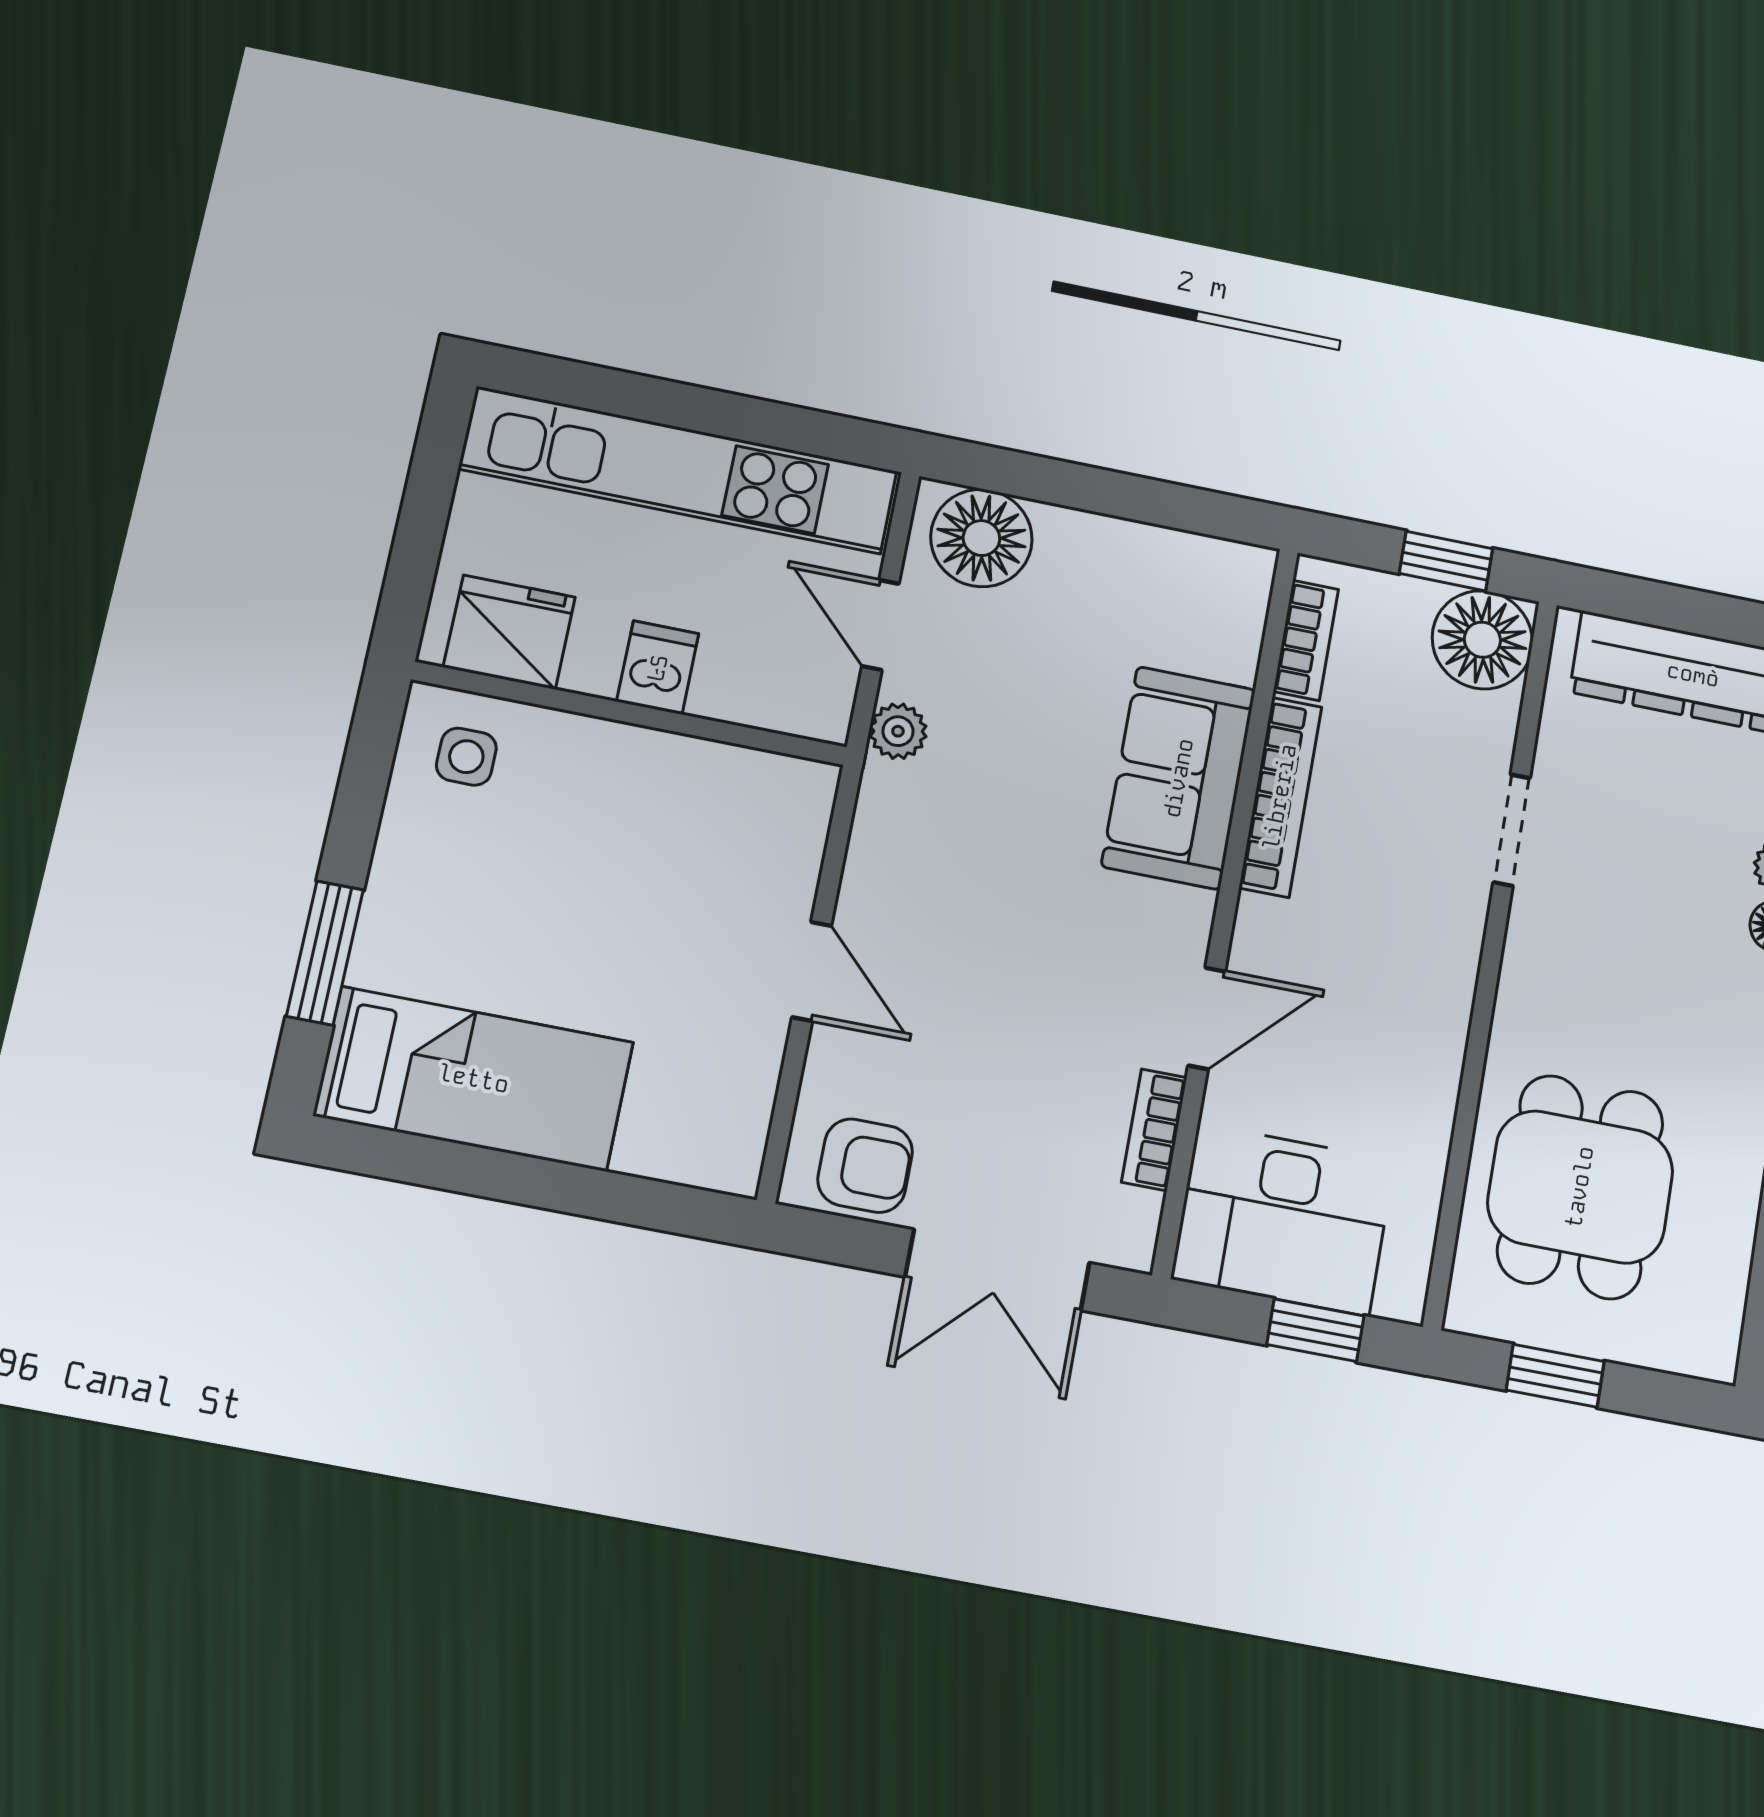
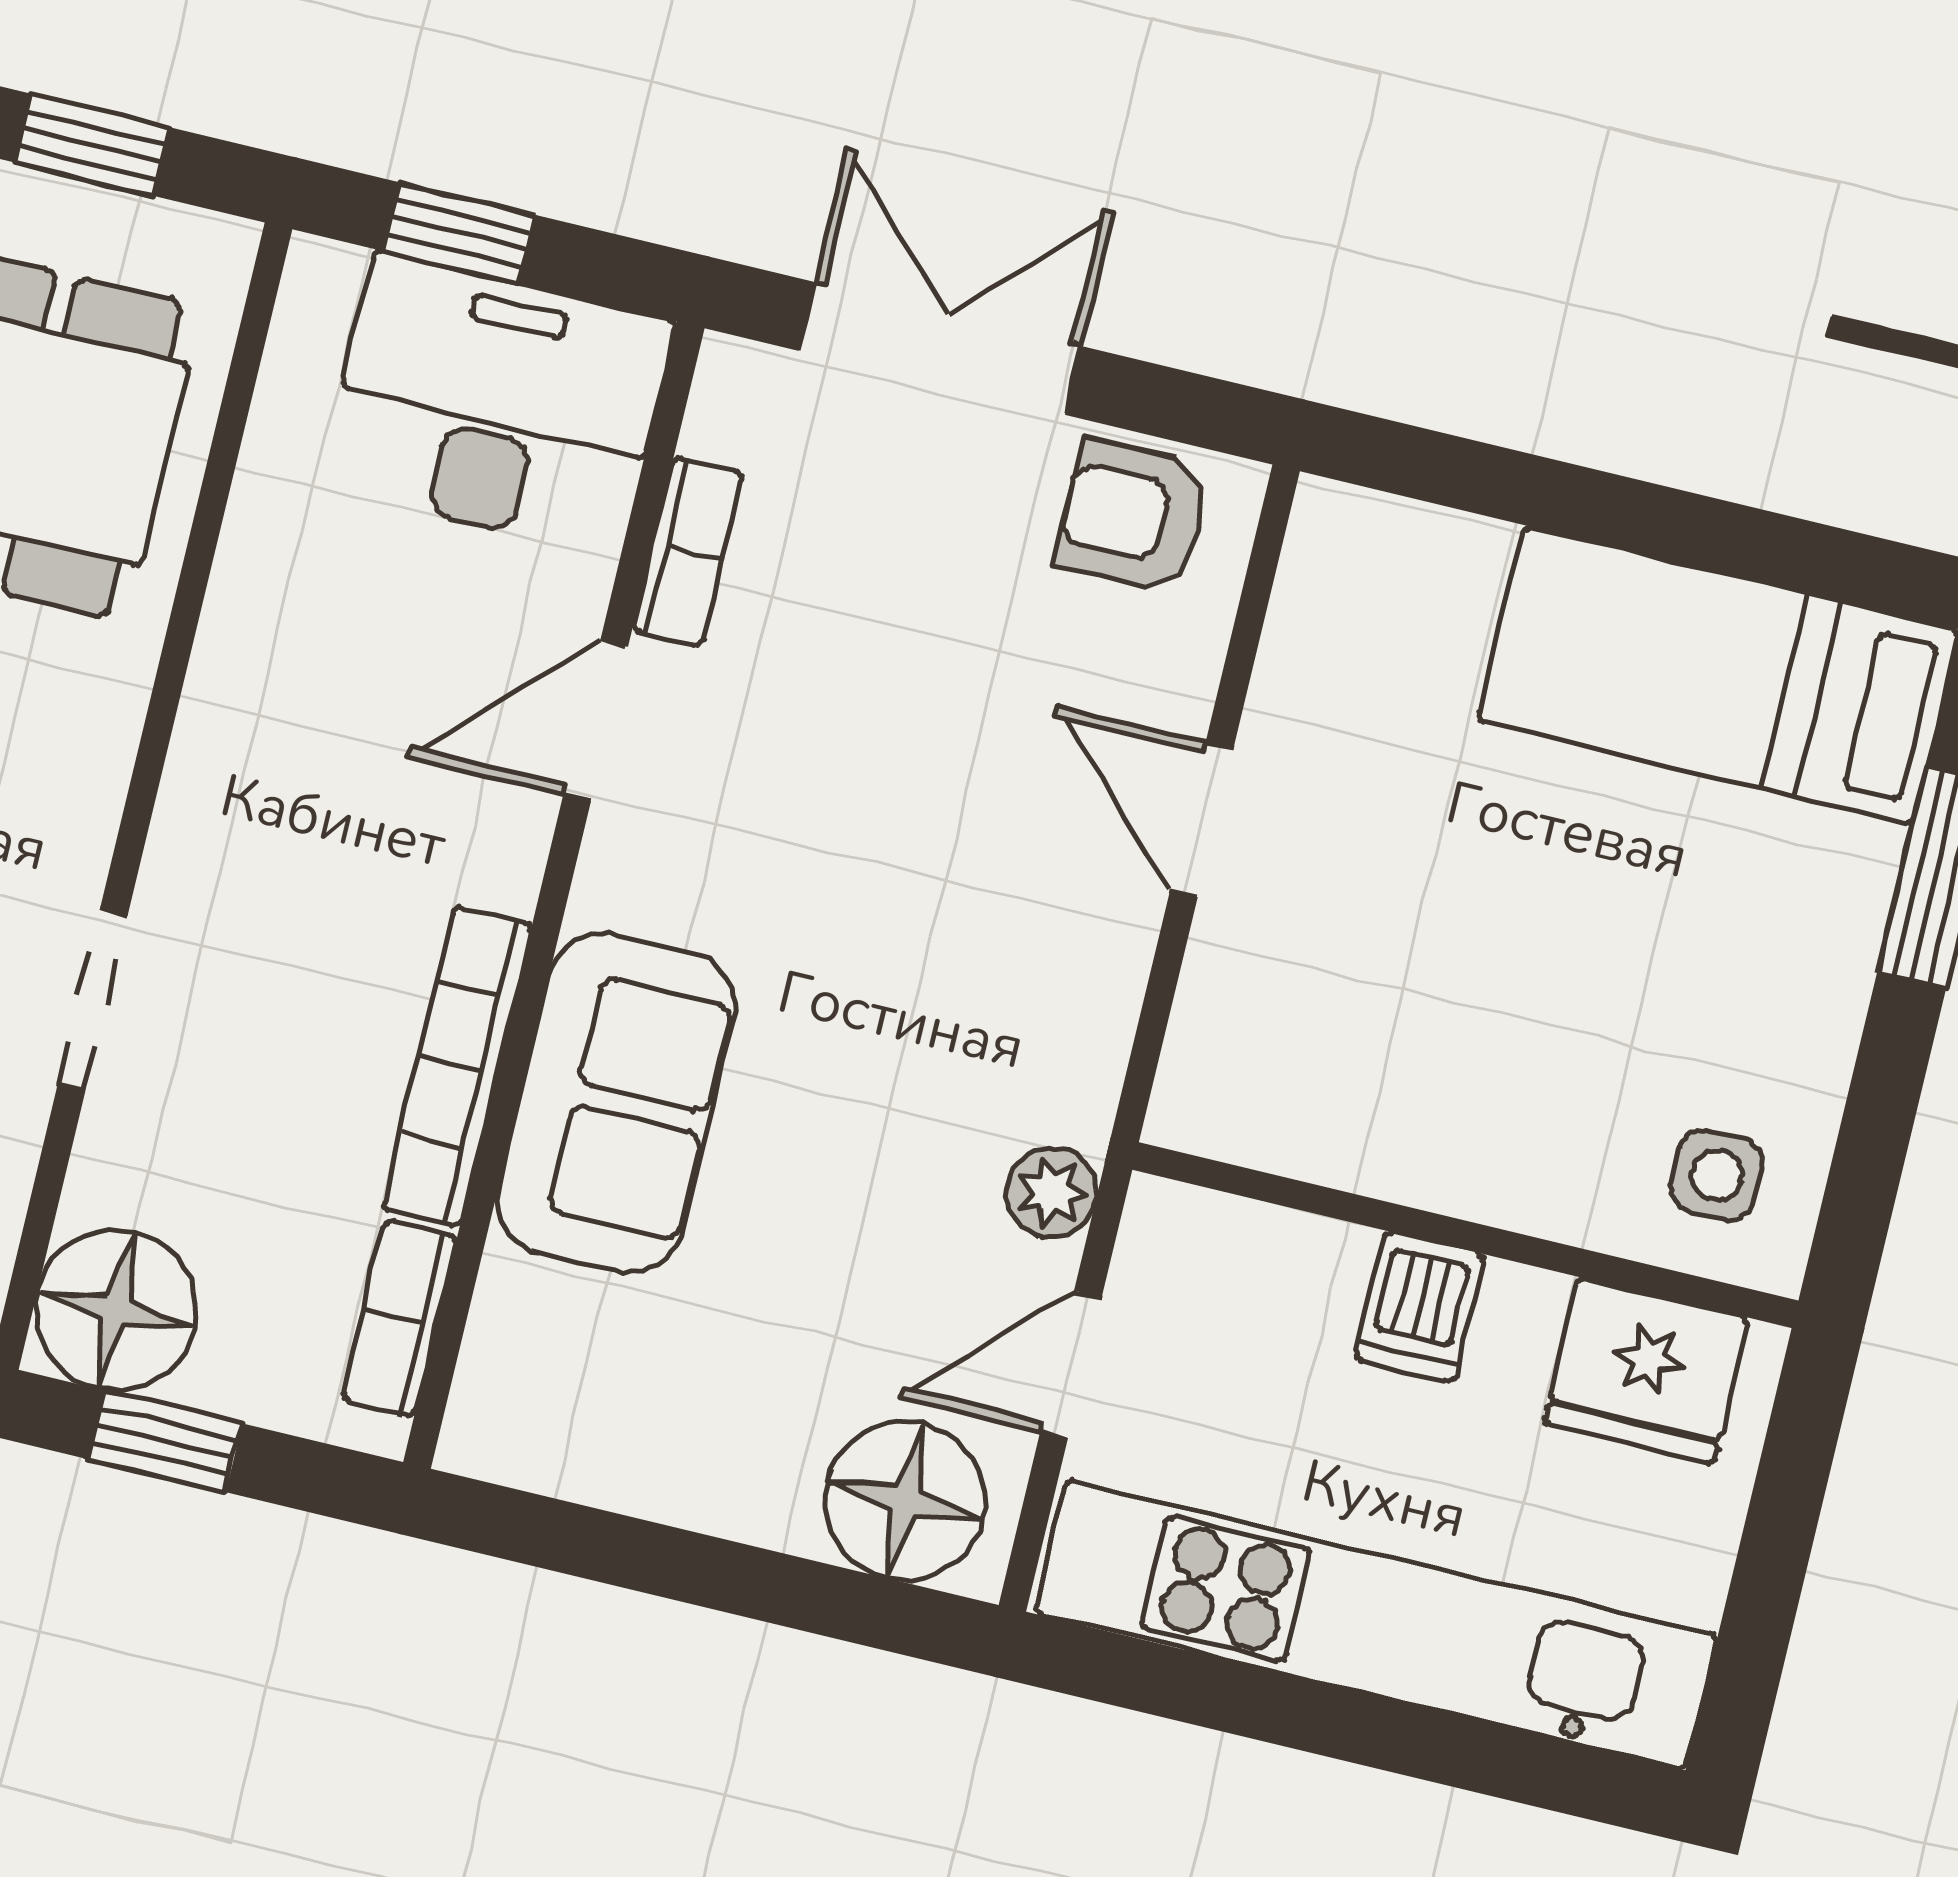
door: (880, 625) -> (1071, 1364), swing flipped

